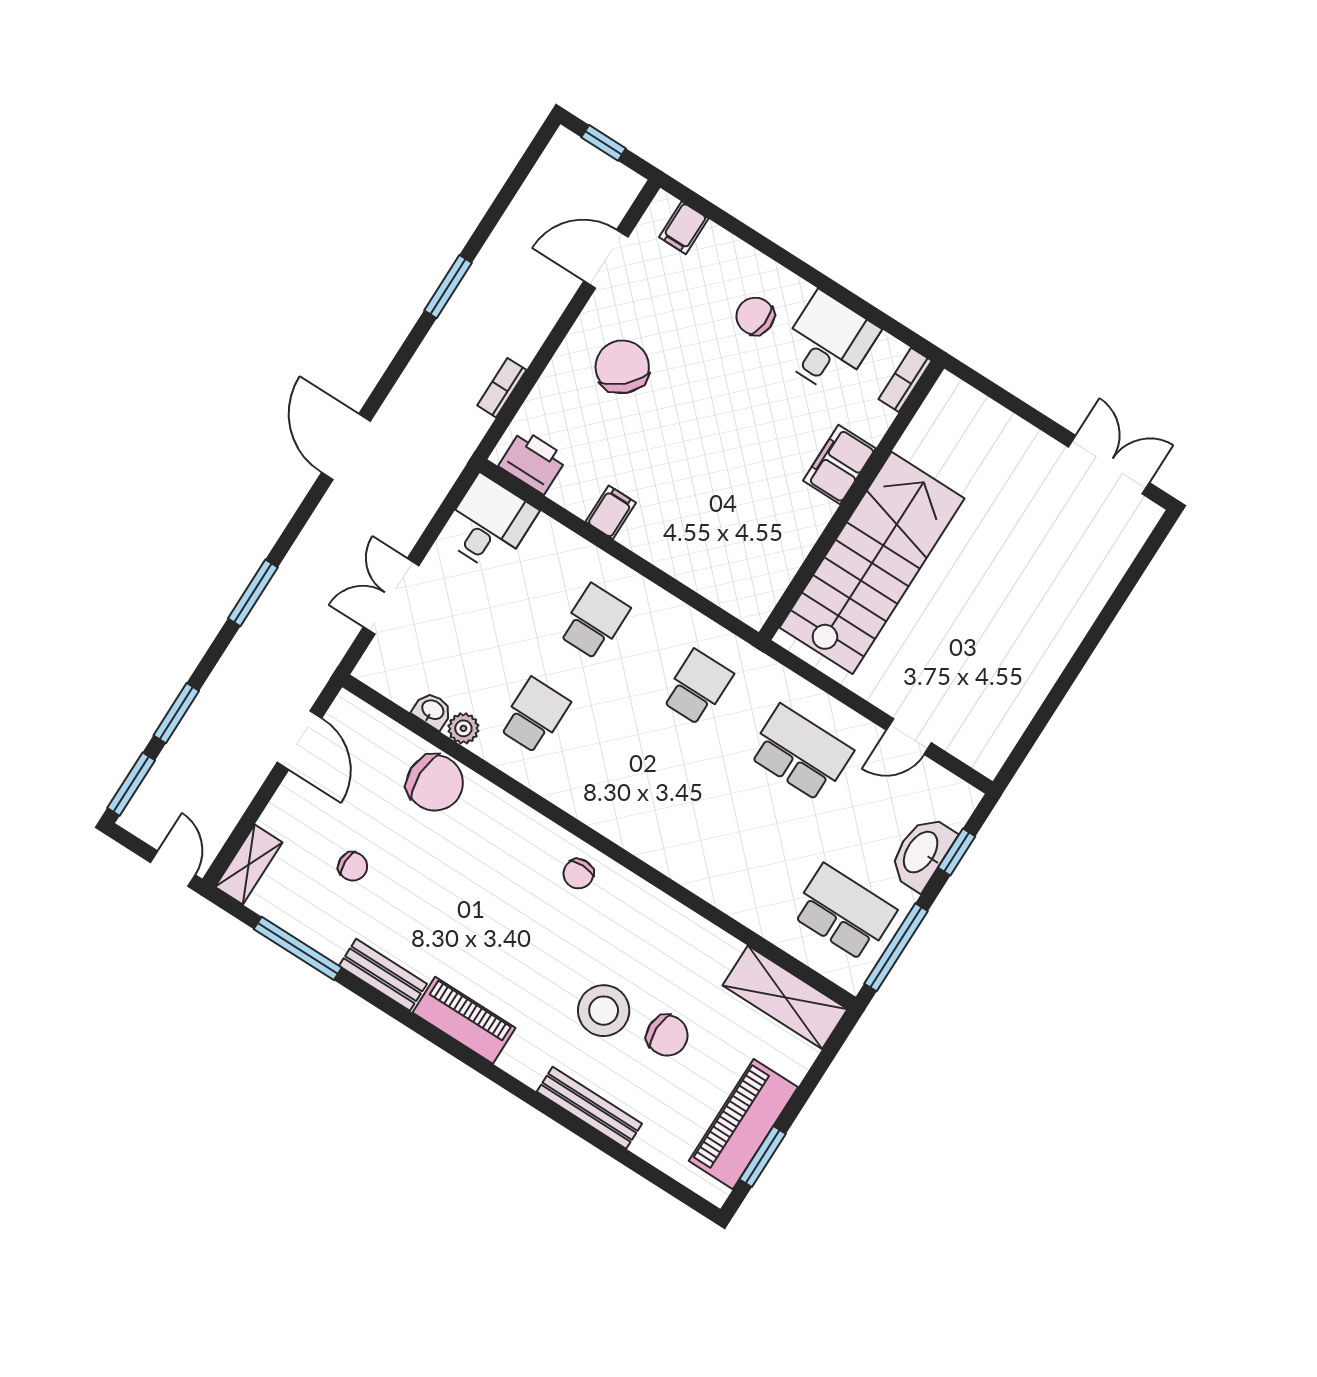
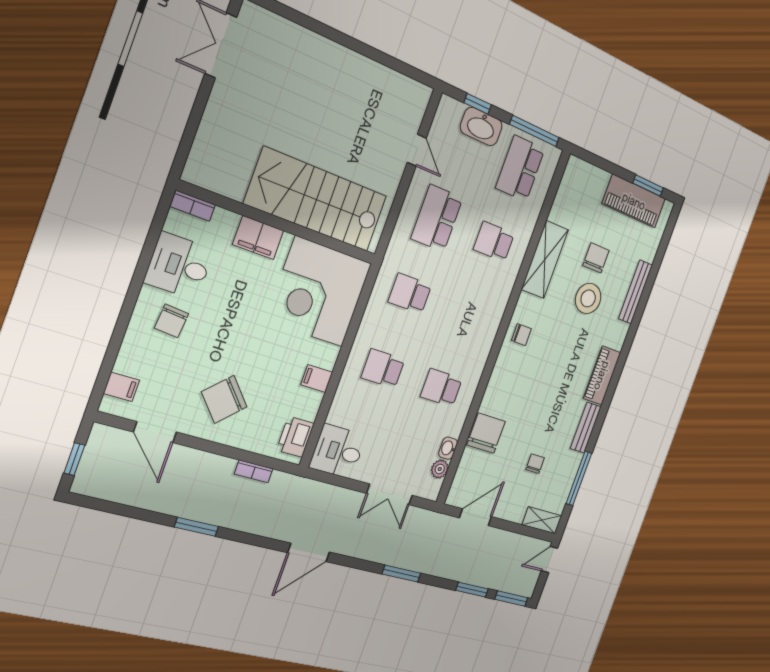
corner desk: (739, 541) -> (319, 292), added
plant: (463, 728) -> (440, 469), moved
school desk: (741, 847) -> (494, 242), added
shelving: (785, 997) -> (545, 260), moved

